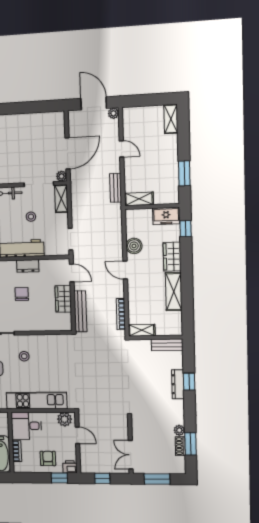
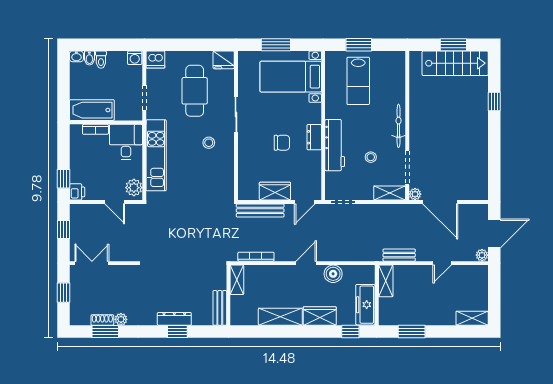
freezer: (166, 216) -> (365, 305), width x1.40
dresser: (28, 266) -> (314, 137), moved
door: (77, 435) -> (115, 202), hinge flipped
armchair: (48, 458) -> (87, 166), removed
window: (157, 479) -> (63, 293), width x0.67

